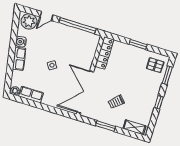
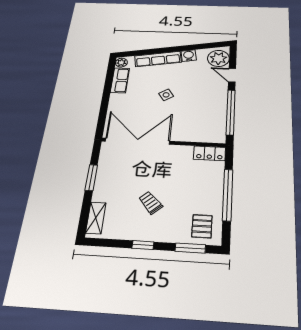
window: (138, 44) -> (228, 195), width x2.11
locker: (104, 53) -> (209, 153), width x0.66
row of seats: (19, 59) -> (158, 59), width x1.48
trolley: (116, 102) -> (151, 203), moved

